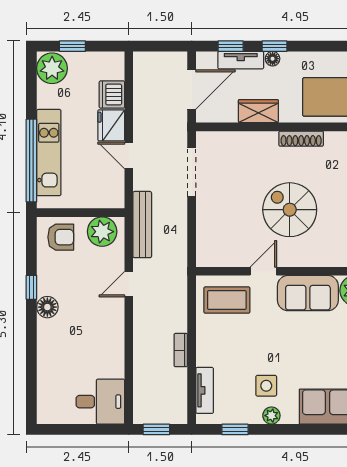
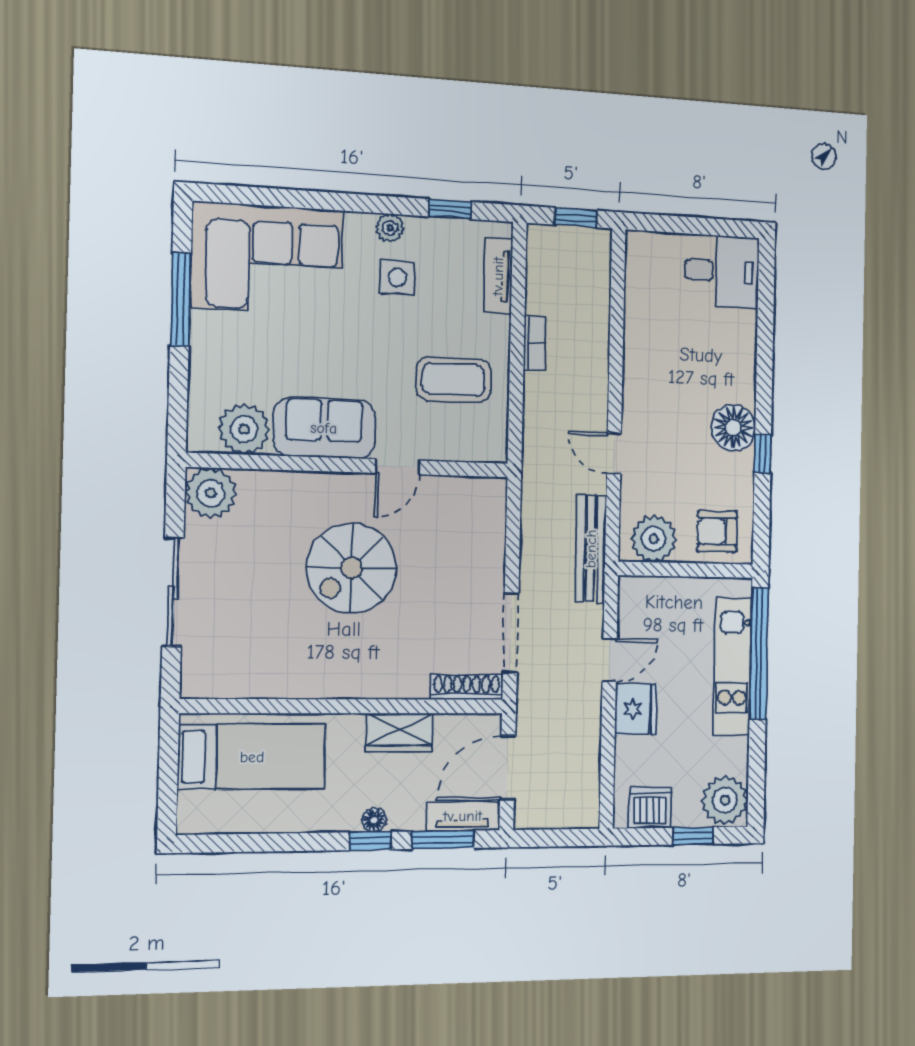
window: (231, 46) -> (443, 840), width x1.50
tv unit: (241, 60) -> (463, 816), moved
dishwasher: (112, 95) -> (650, 808), moved, turned -90
shoe rack: (301, 139) -> (467, 687), moved
door: (129, 156) -> (610, 660), hinge flipped
spiral stairs: (290, 210) -> (351, 568), turned 90
door: (129, 284) -> (614, 453), swing flipped
coffee table: (227, 300) -> (453, 380), moved
floor lamp: (47, 307) -> (733, 428), width x1.38, depth x1.38
desk: (100, 402) -> (722, 271), moved, turned 180

